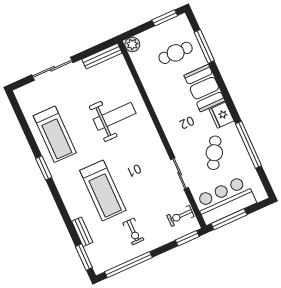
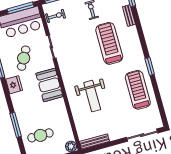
window: (204, 46) -> (16, 125), moved
sliding door: (52, 69) -> (142, 135), moved
booth: (204, 88) -> (49, 85), moved
weight bench: (115, 116) -> (92, 96), turned -90

